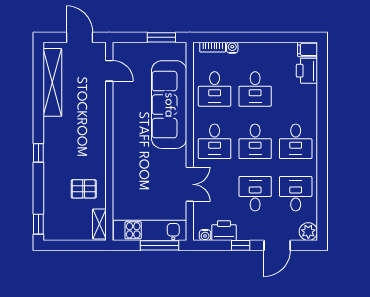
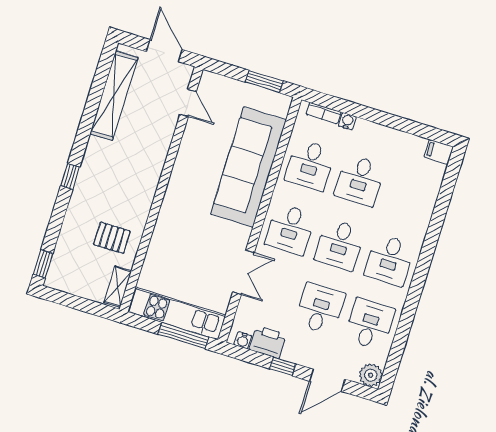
printer: (307, 71) -> (430, 178), removed

